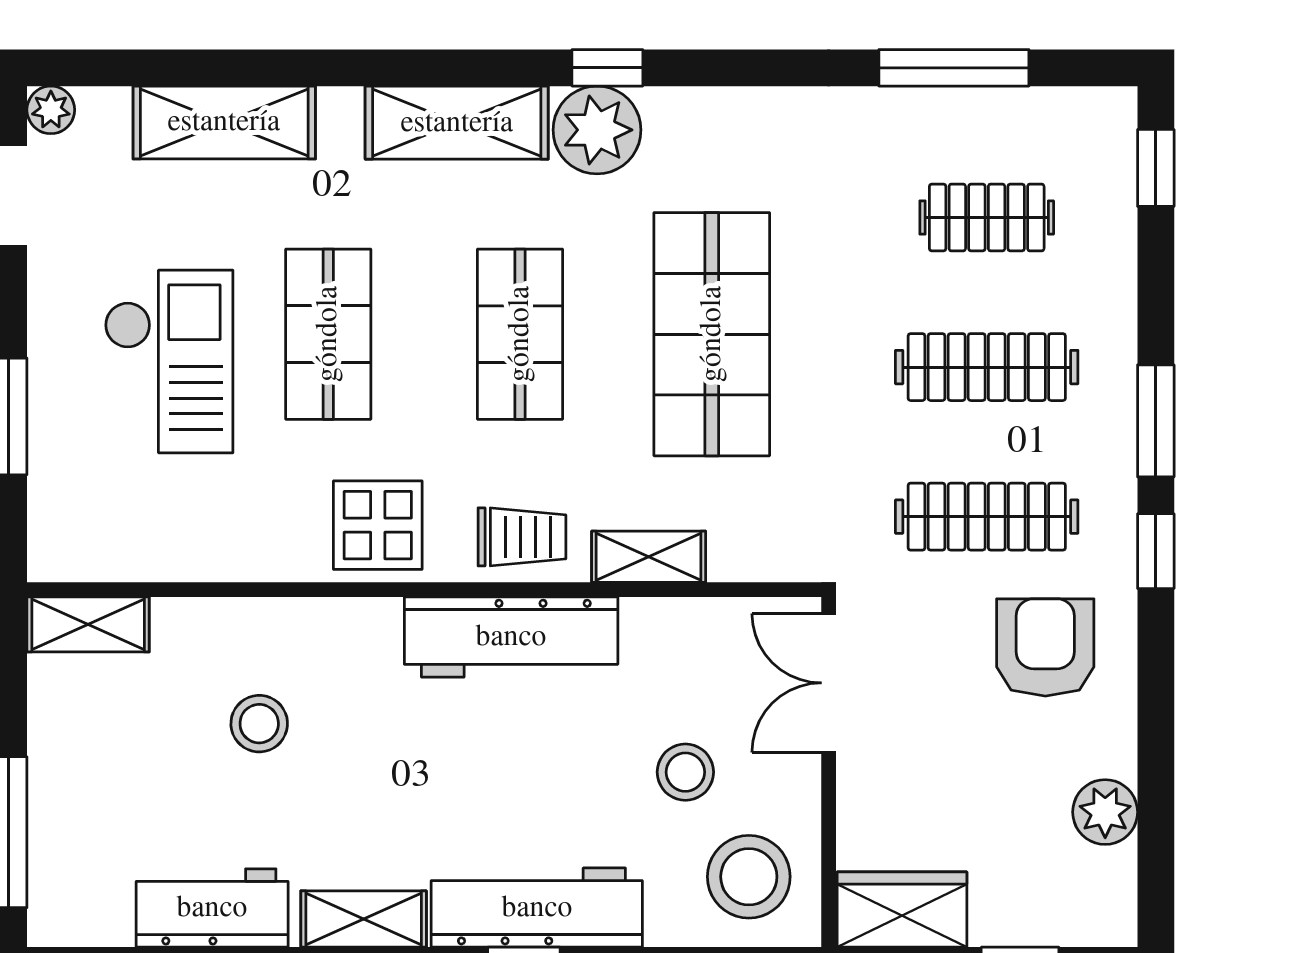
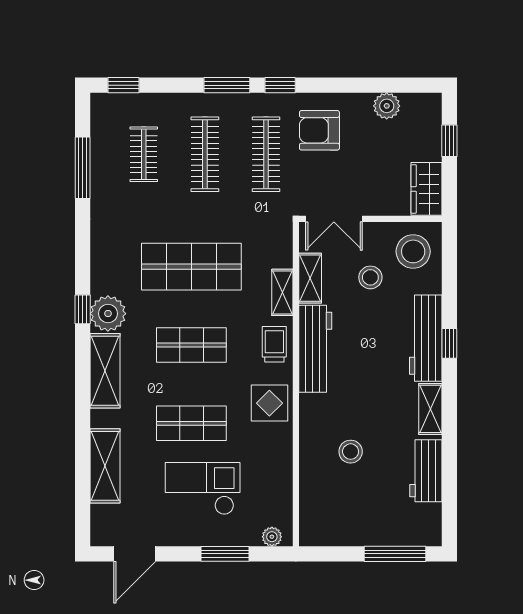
plant: (51, 110) -> (272, 537), moved
shelving: (88, 624) -> (310, 278), moved

